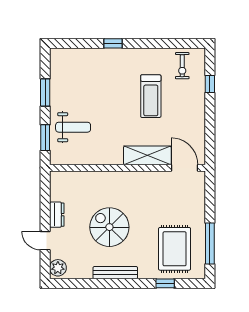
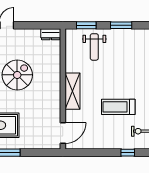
shelving: (147, 155) -> (73, 91), moved
dresser: (57, 215) -> (51, 34), moved

